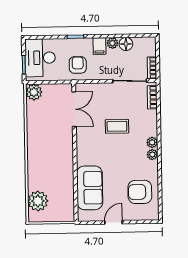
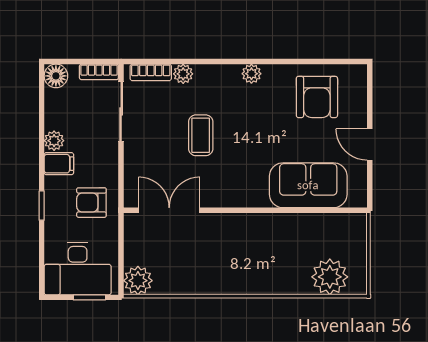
floor lamp: (126, 44) -> (56, 76), moved
plant: (152, 142) -> (183, 74), moved

